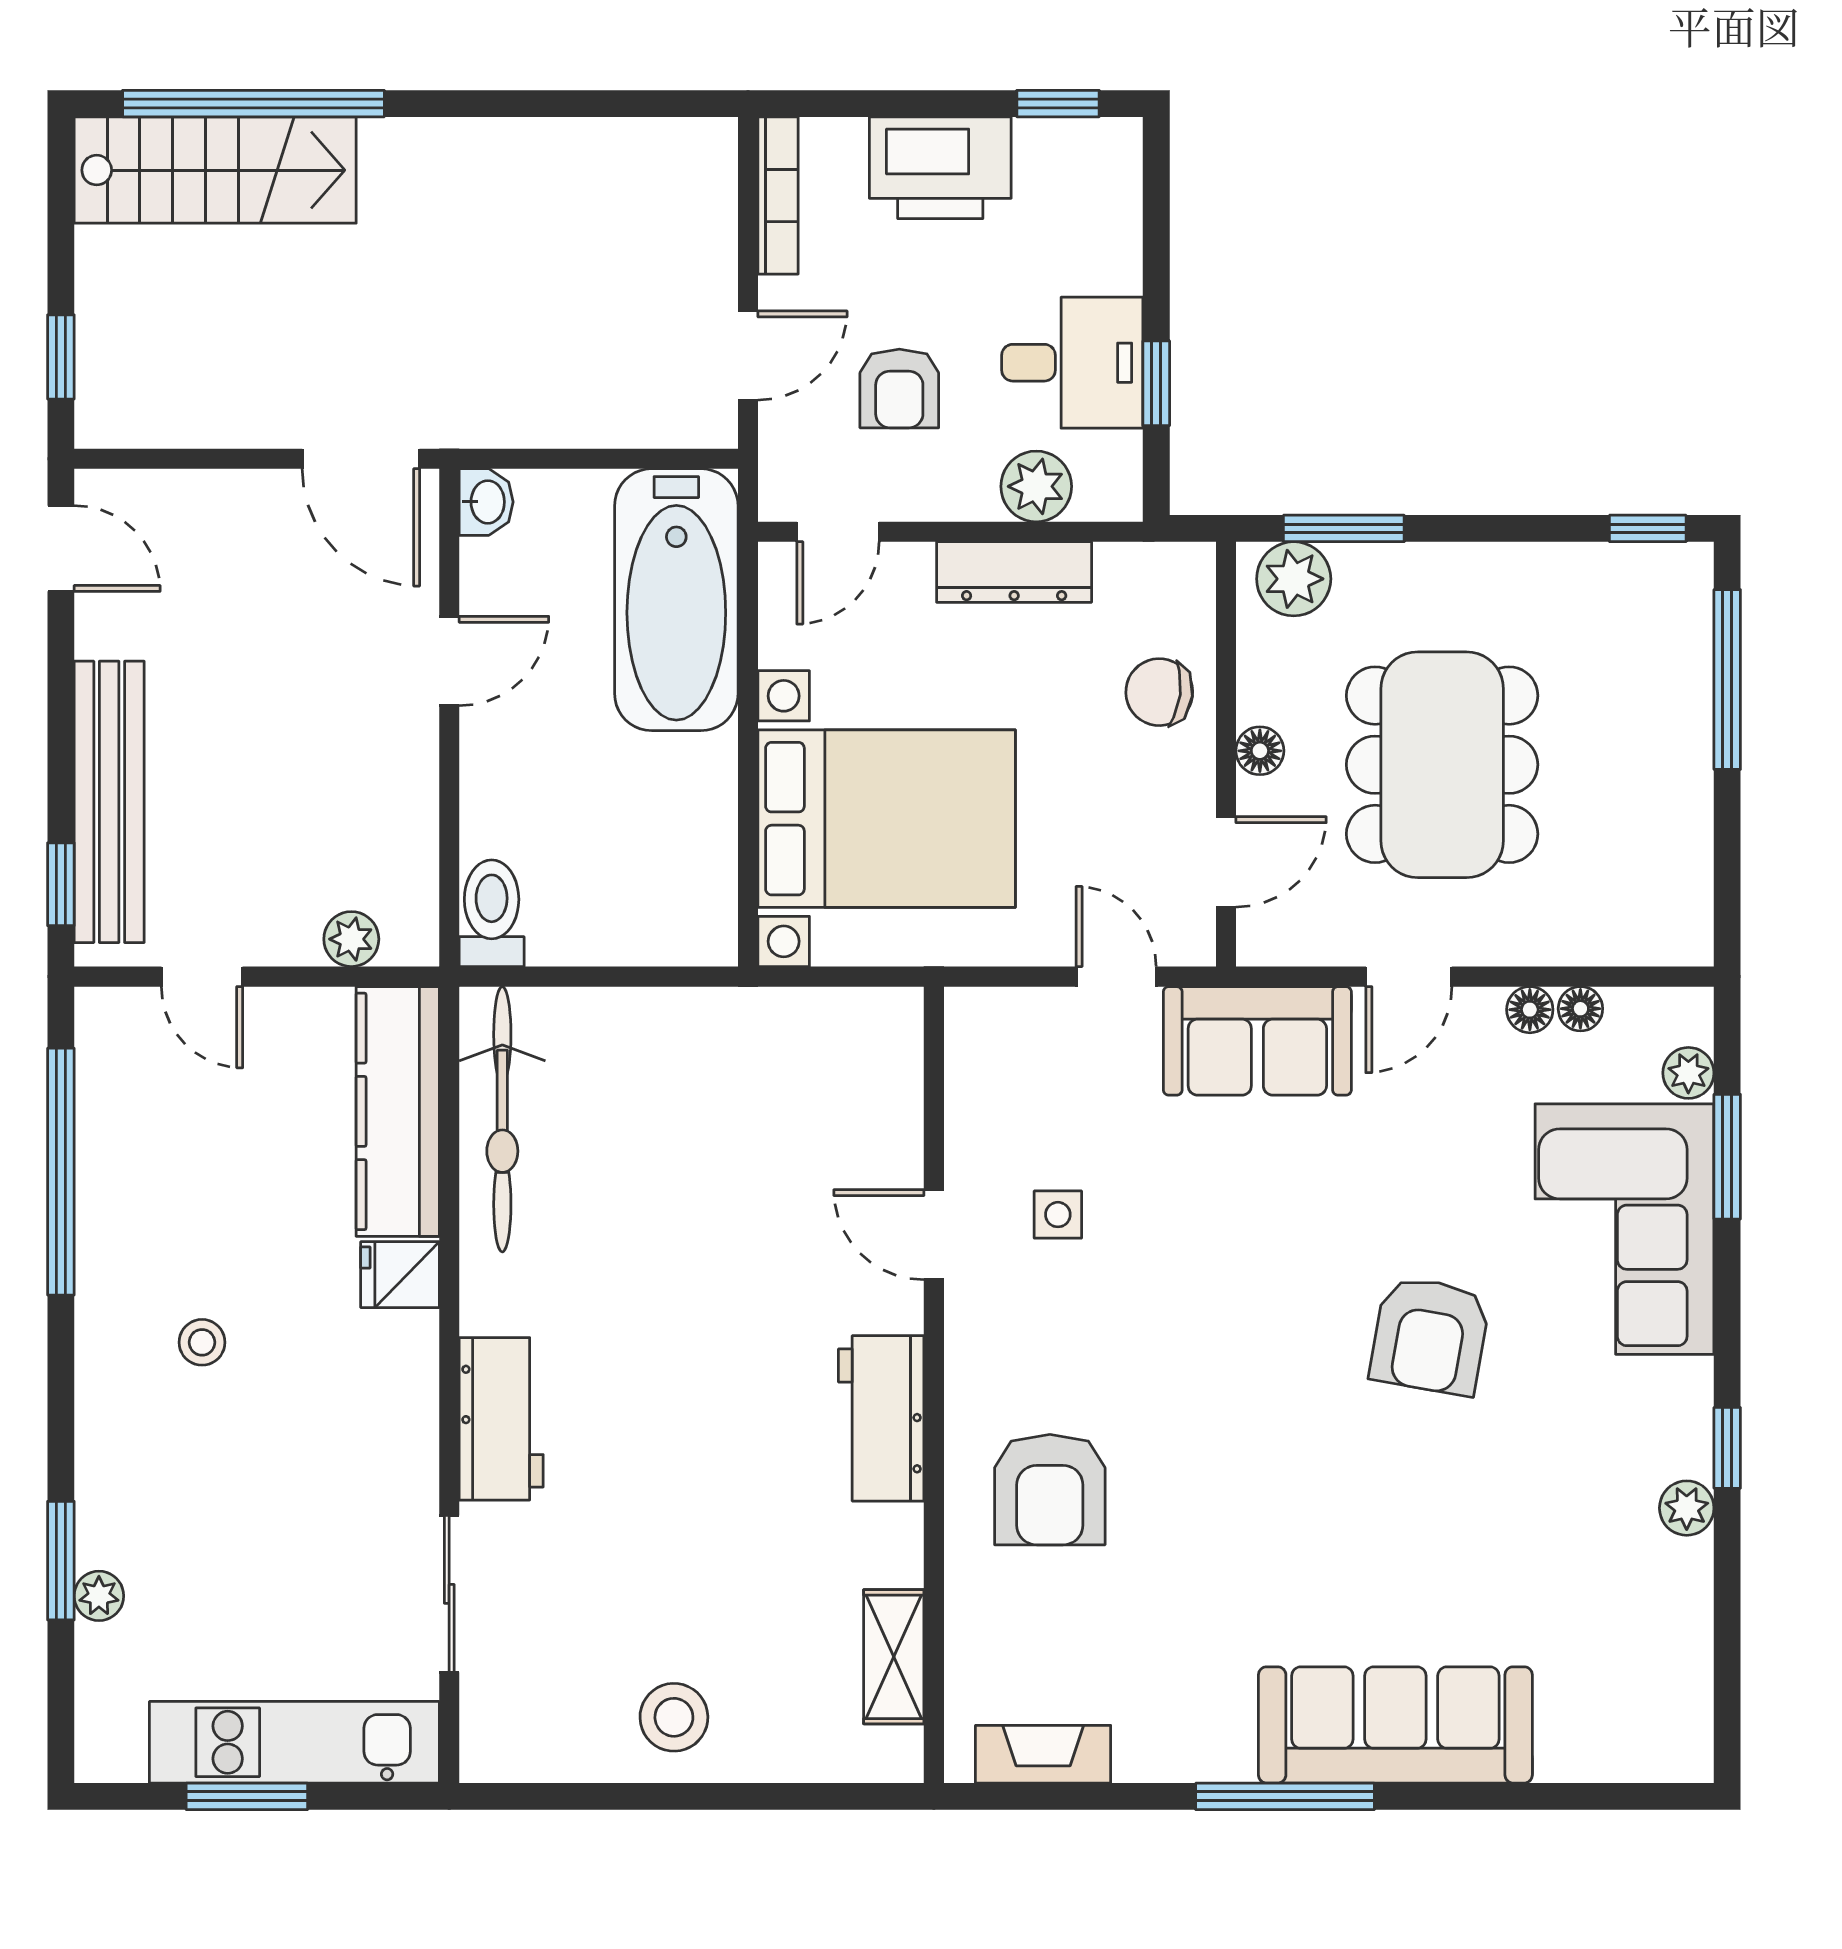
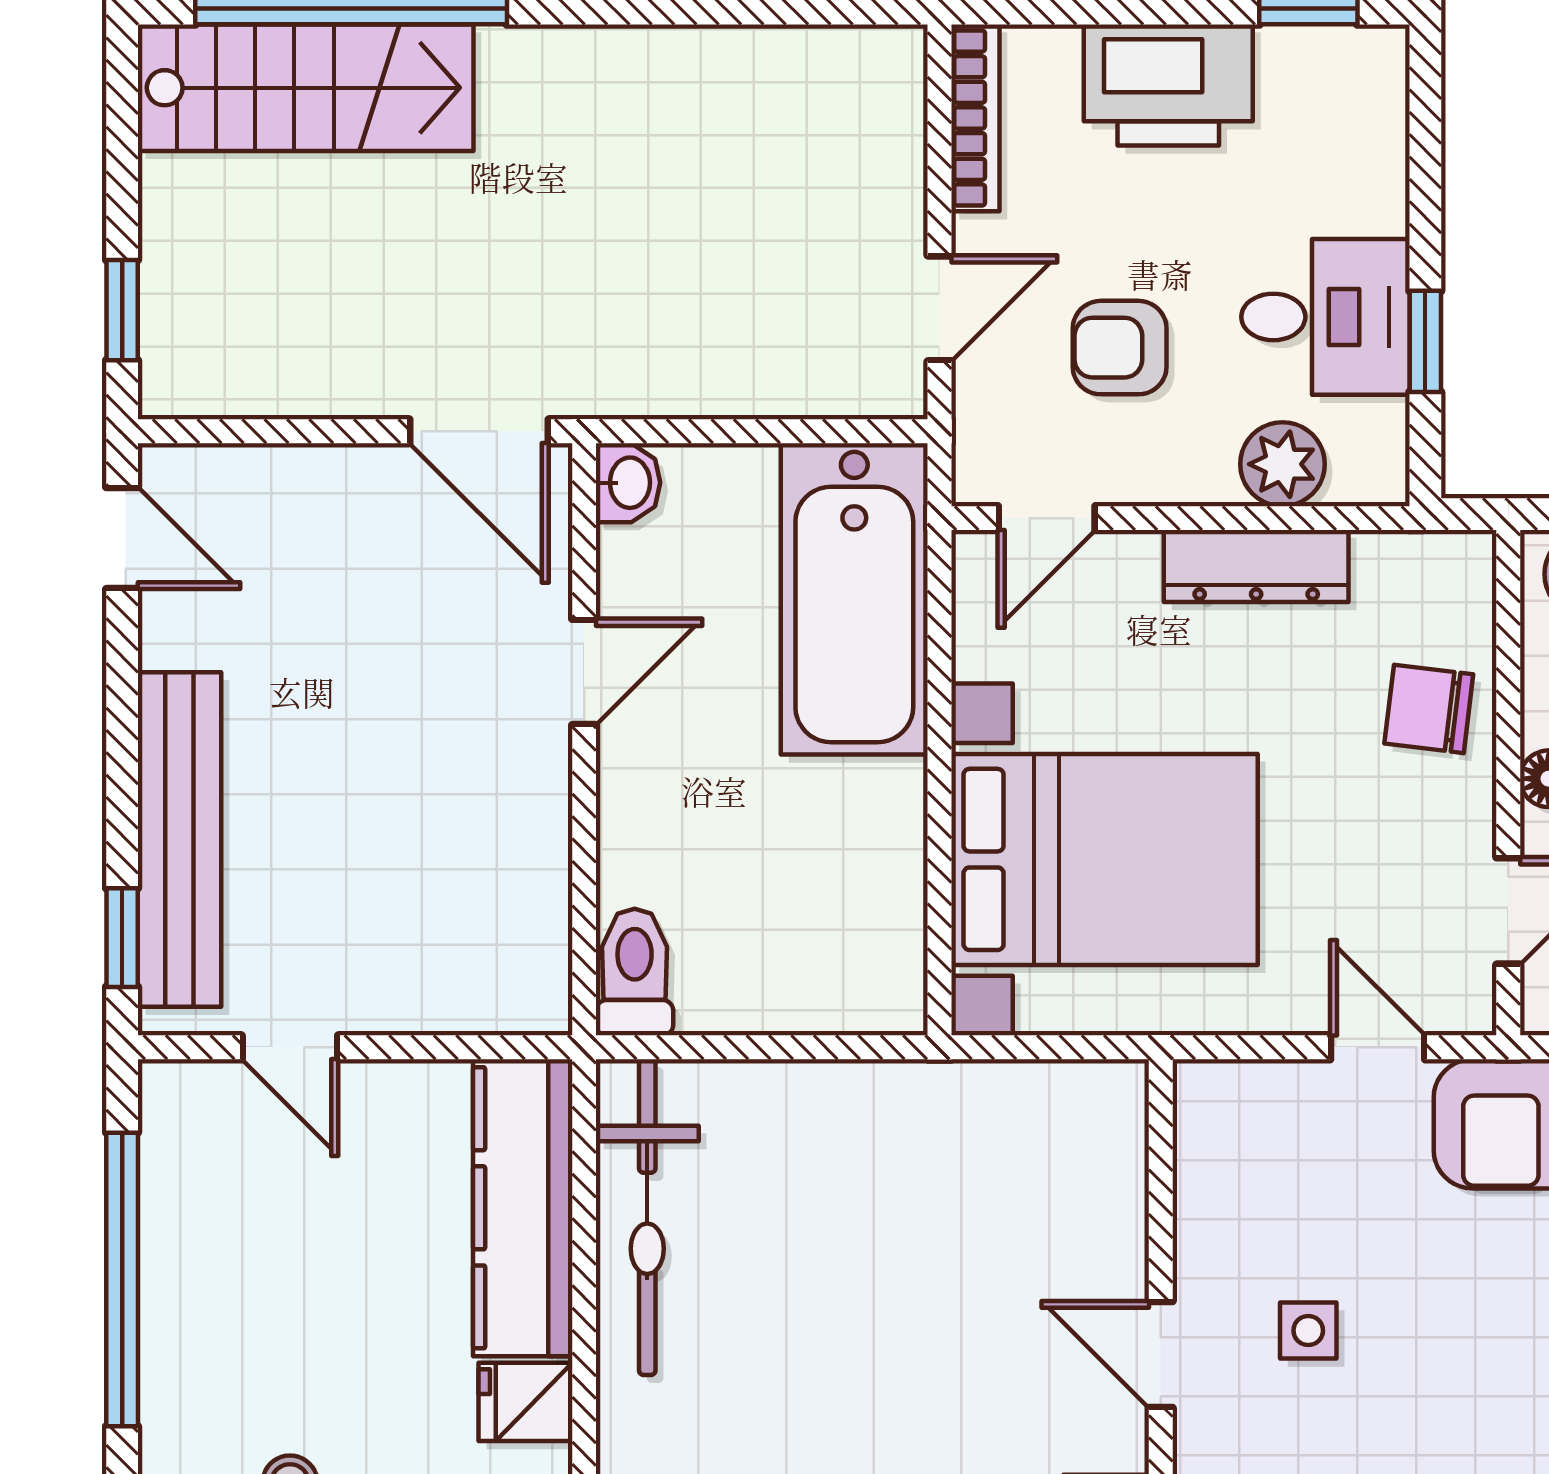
armchair: (899, 388) -> (1120, 348), turned 90
plant: (351, 939) -> (468, 1003), removed

